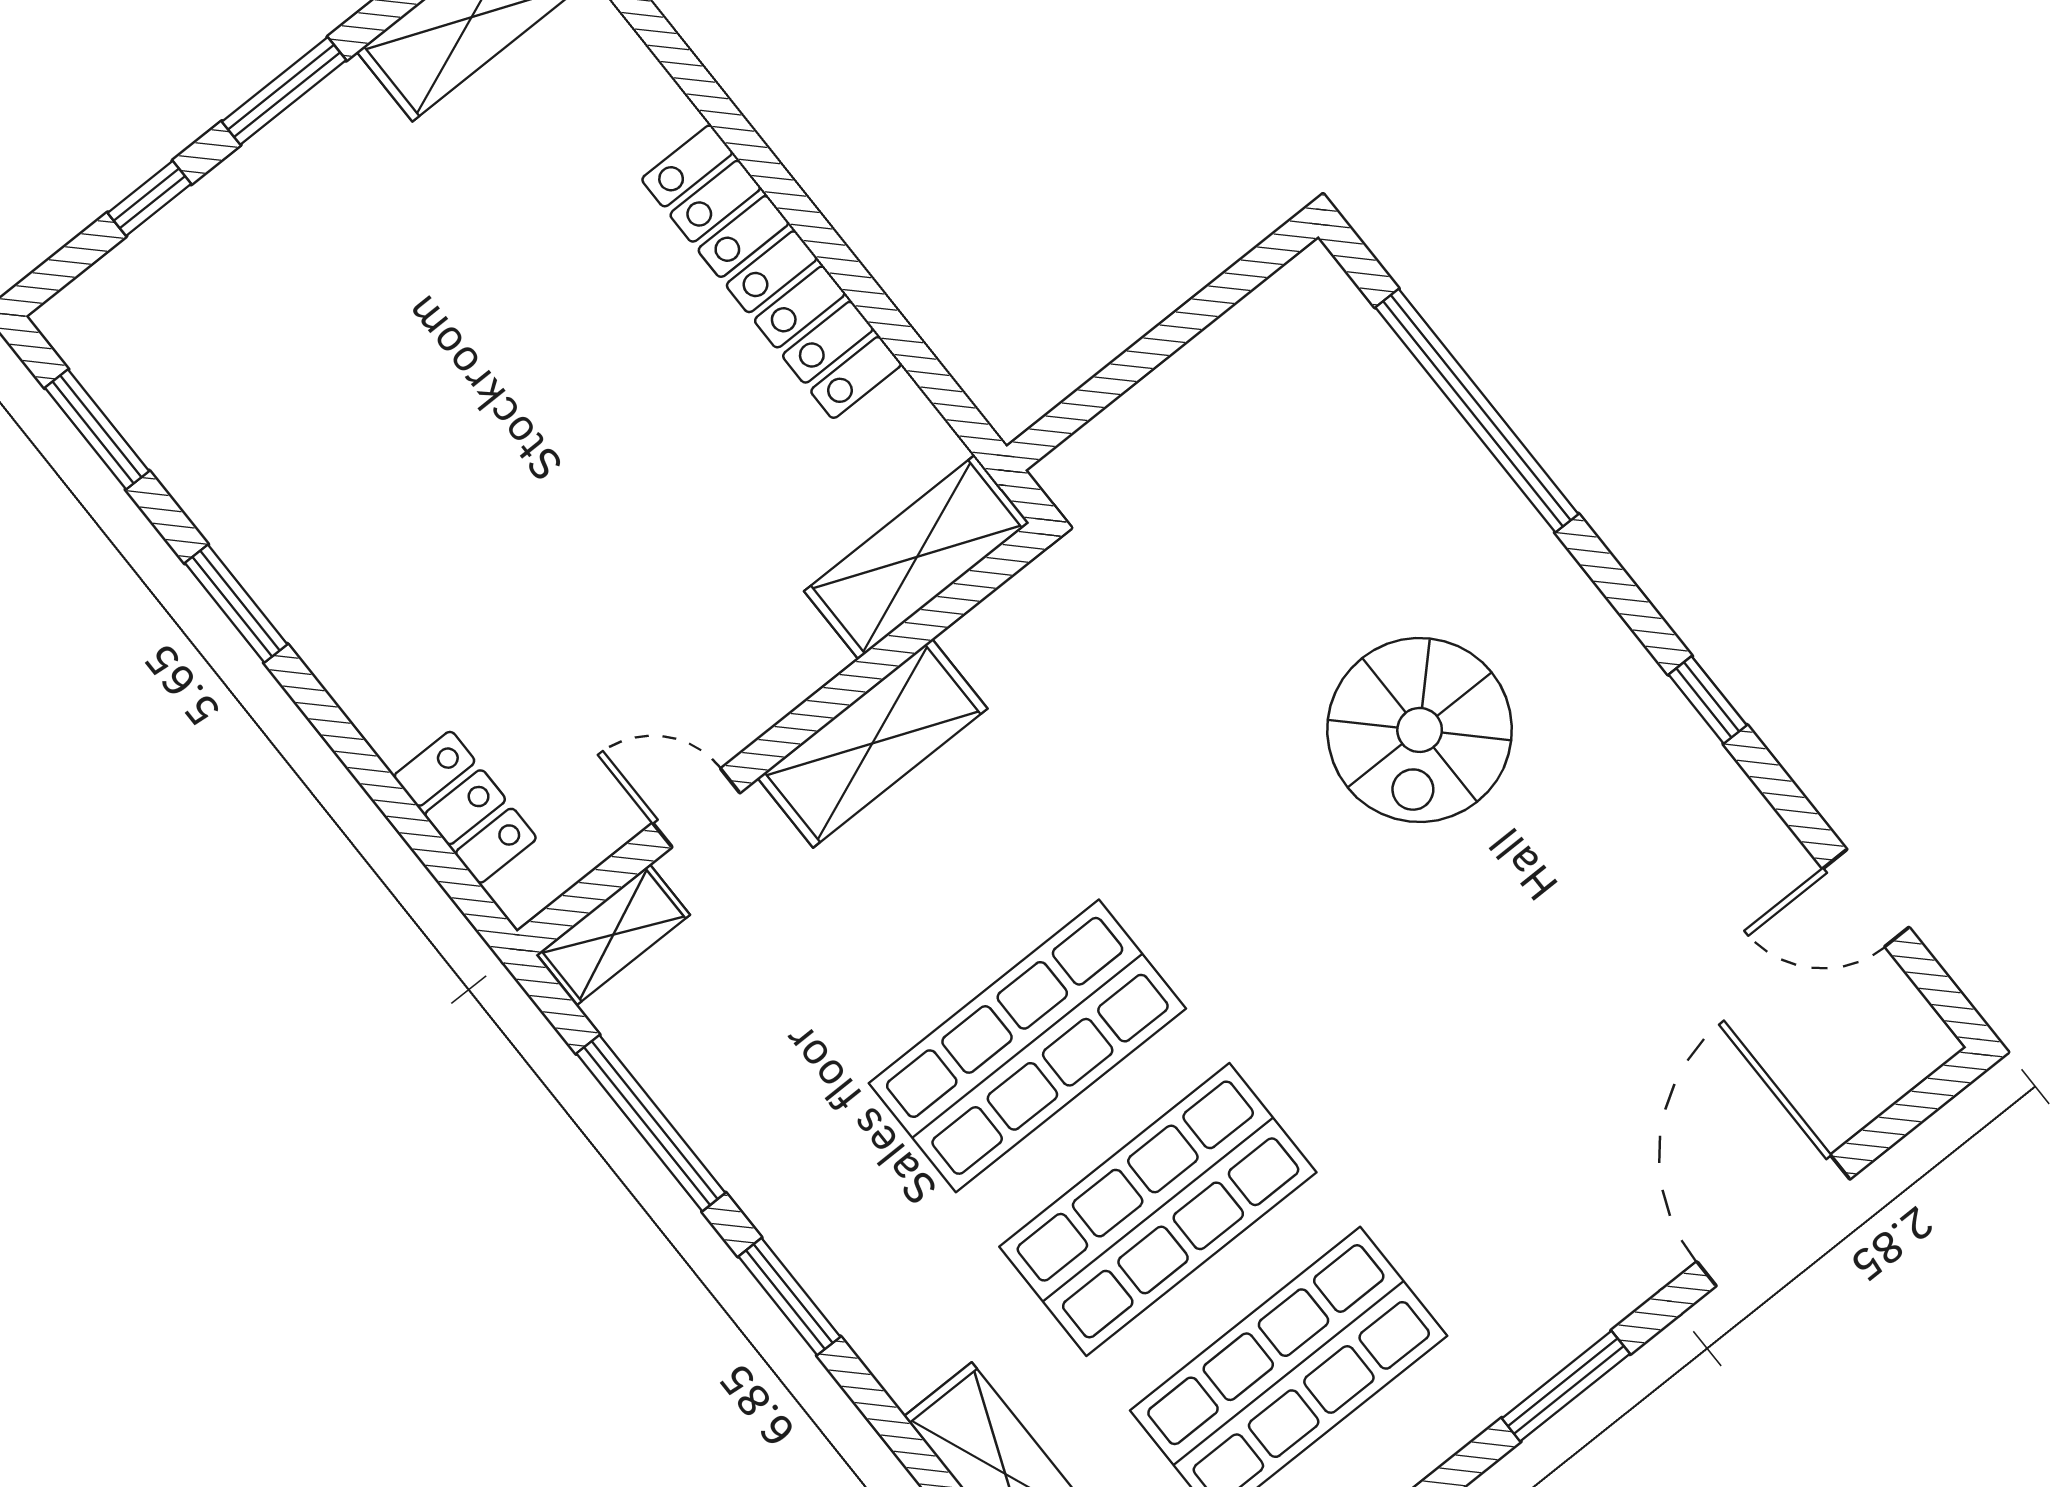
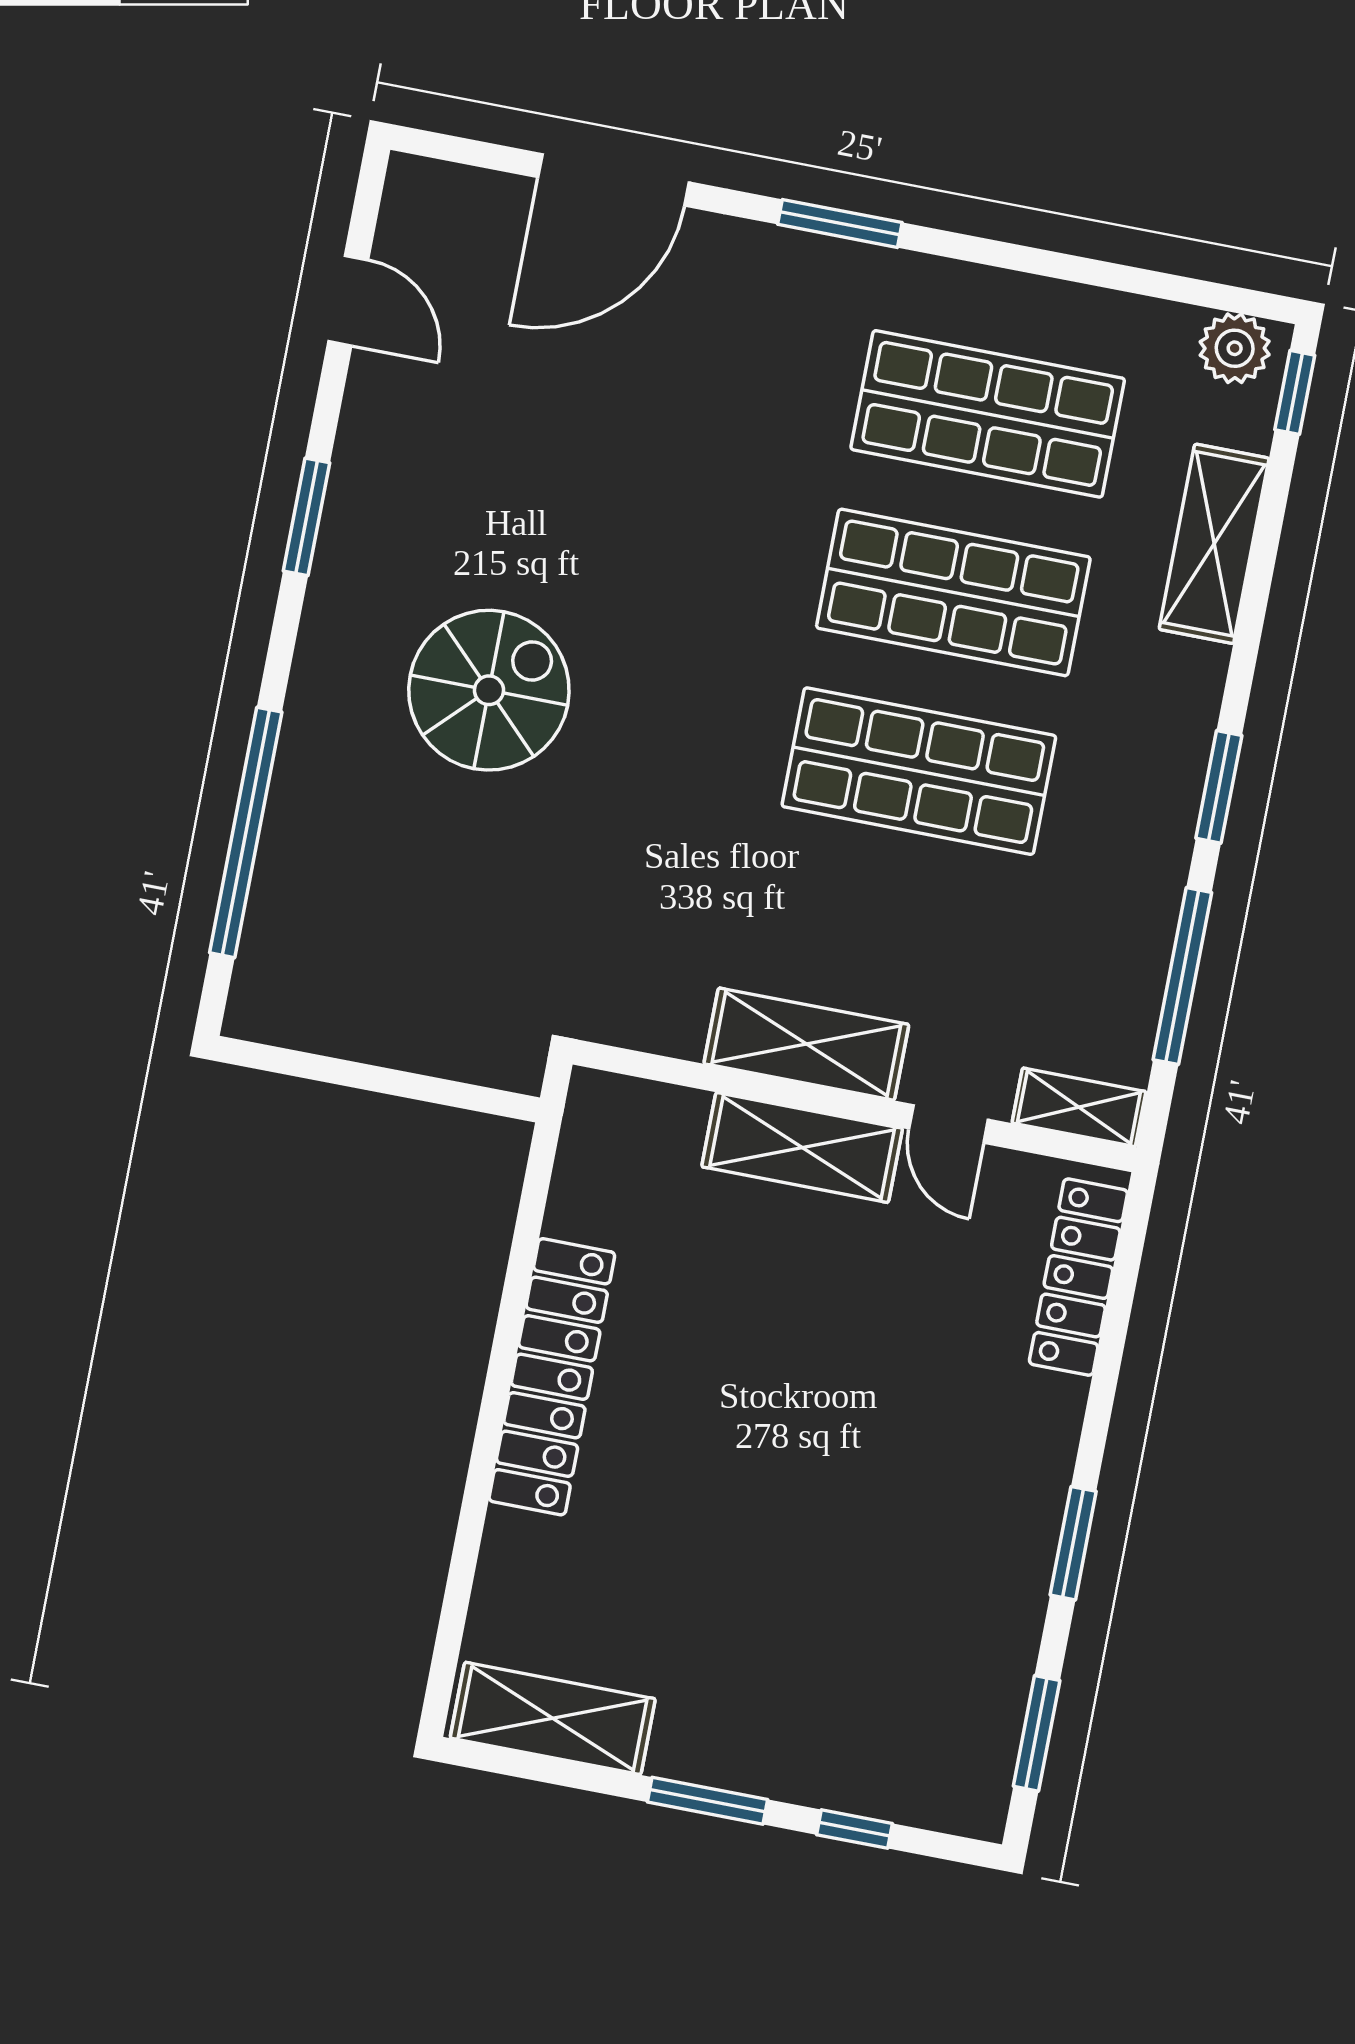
shelving: (917, 557) -> (802, 1148), moved
window: (1708, 700) -> (307, 517), width x1.50
locker: (465, 807) -> (1078, 1277), width x1.53

